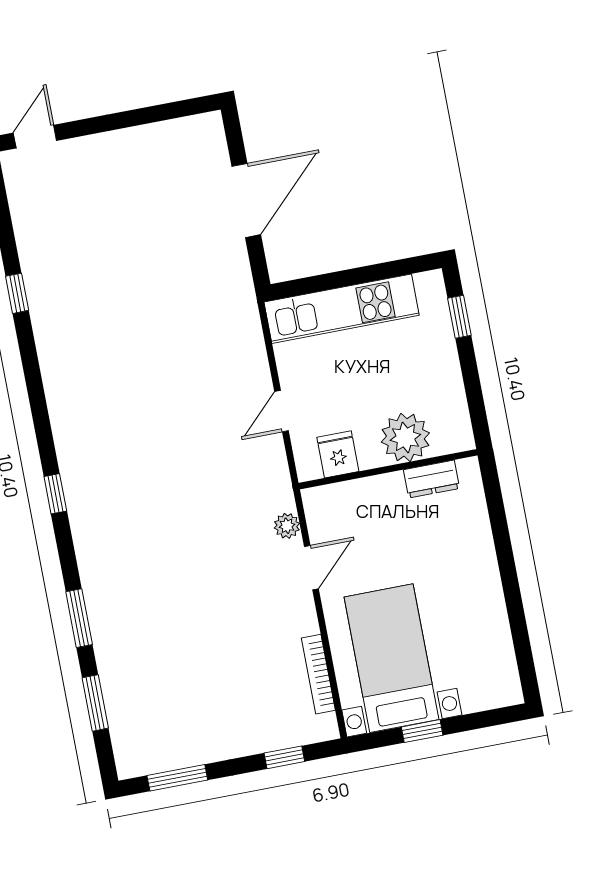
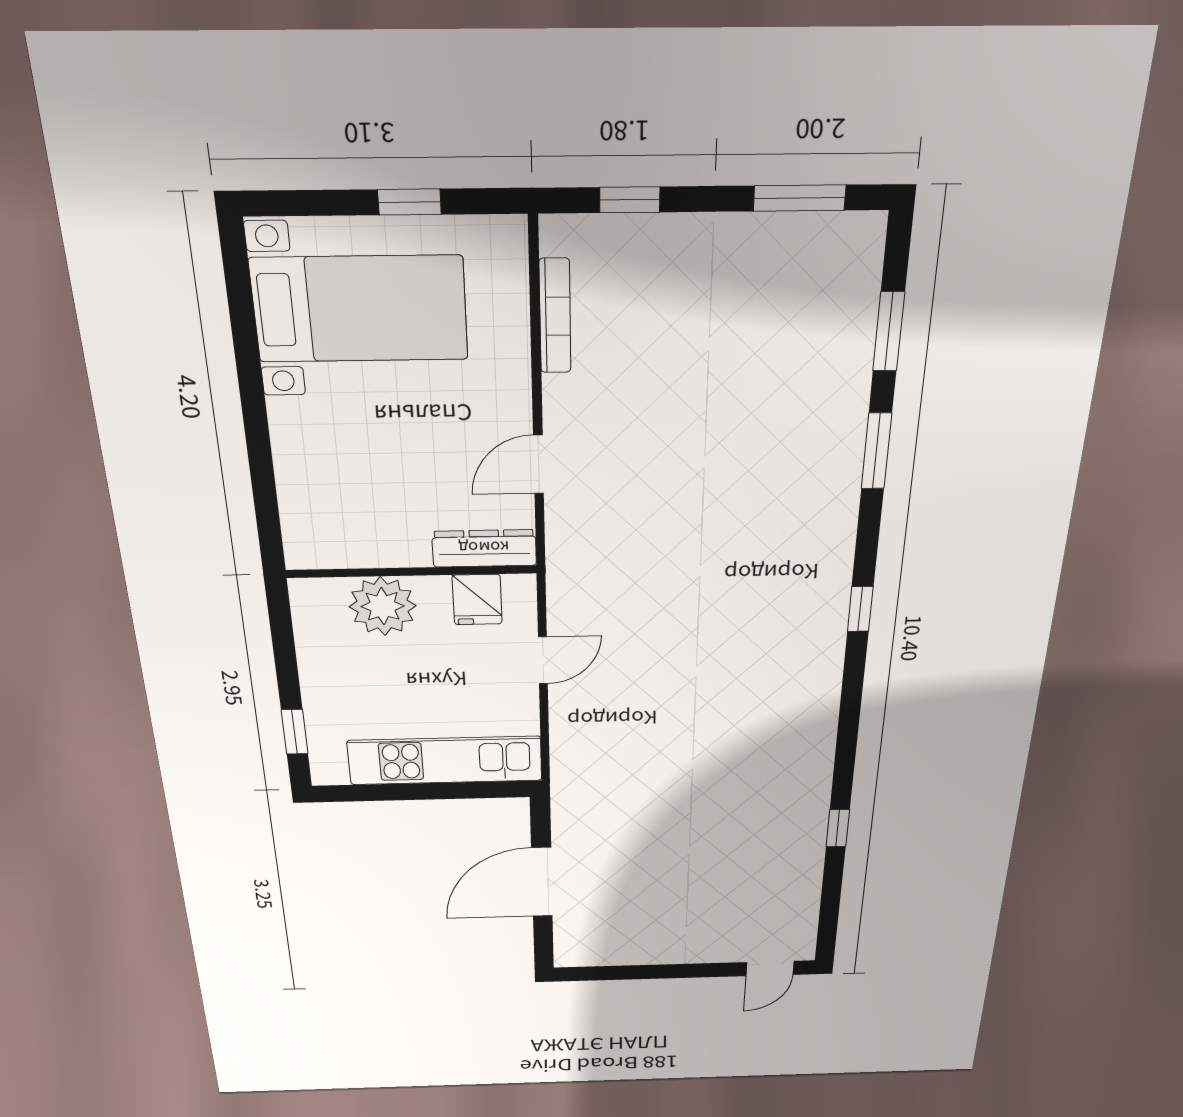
dresser: (431, 479) -> (484, 548), moved, width x1.44
plant: (287, 526) -> (562, 523), removed
bed with nightstands: (391, 658) -> (360, 309), moved, turned -90

